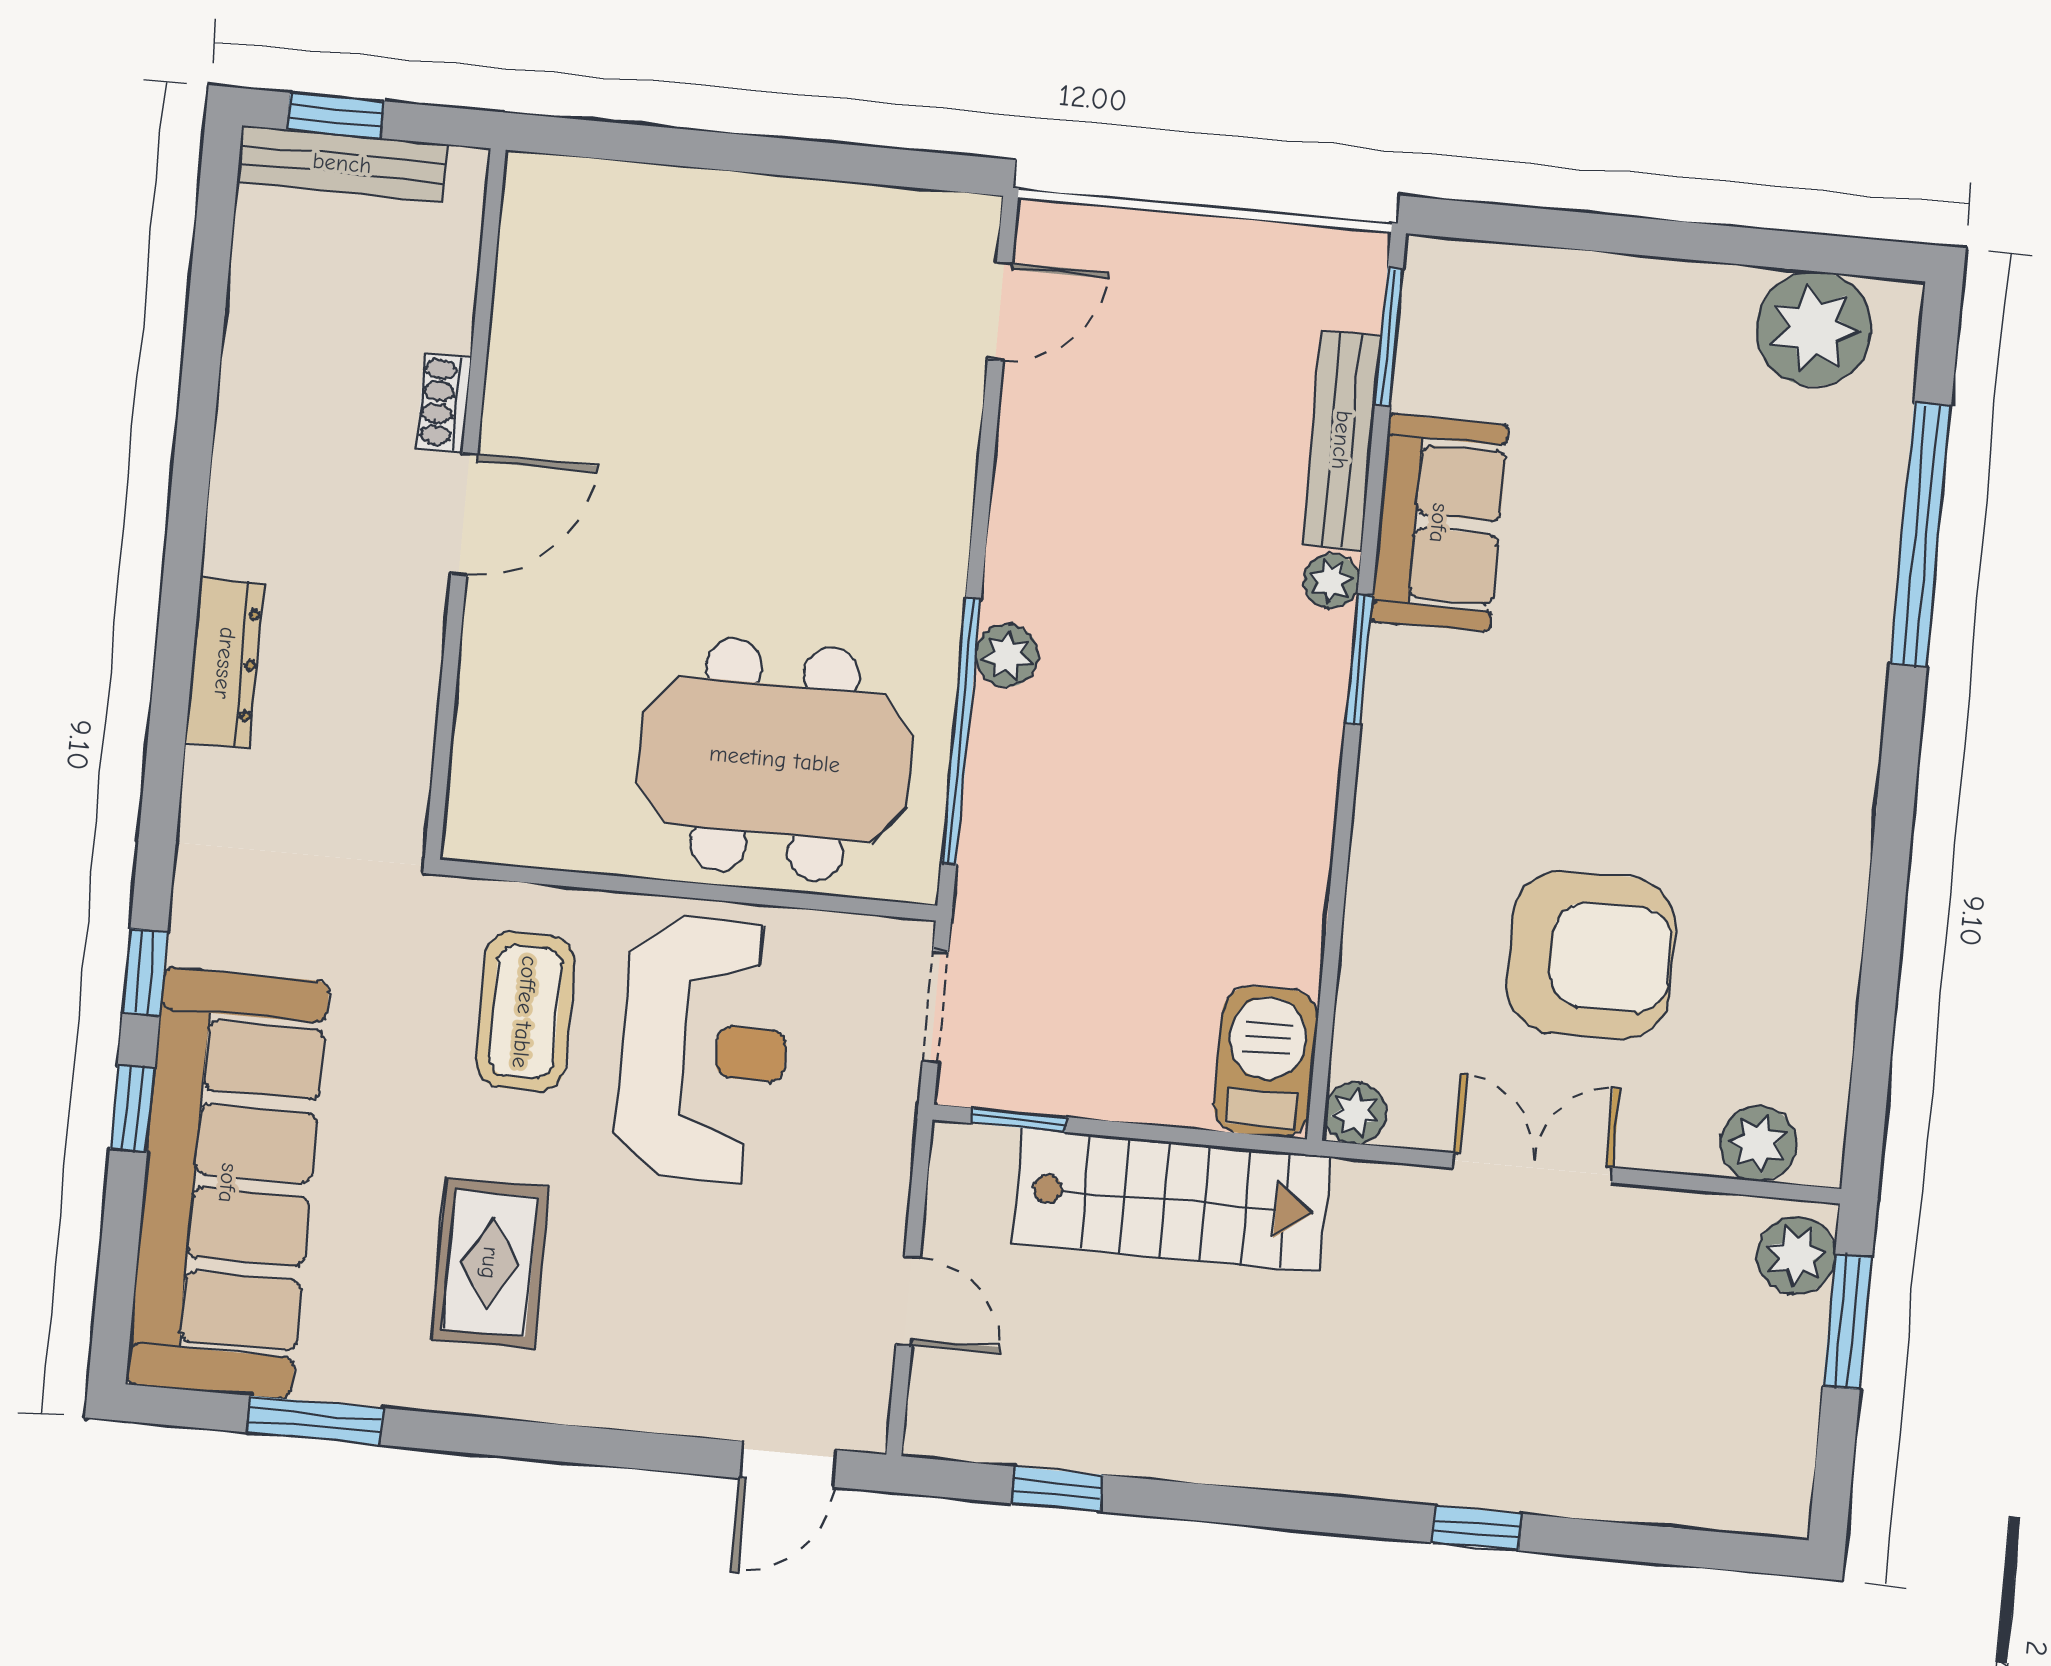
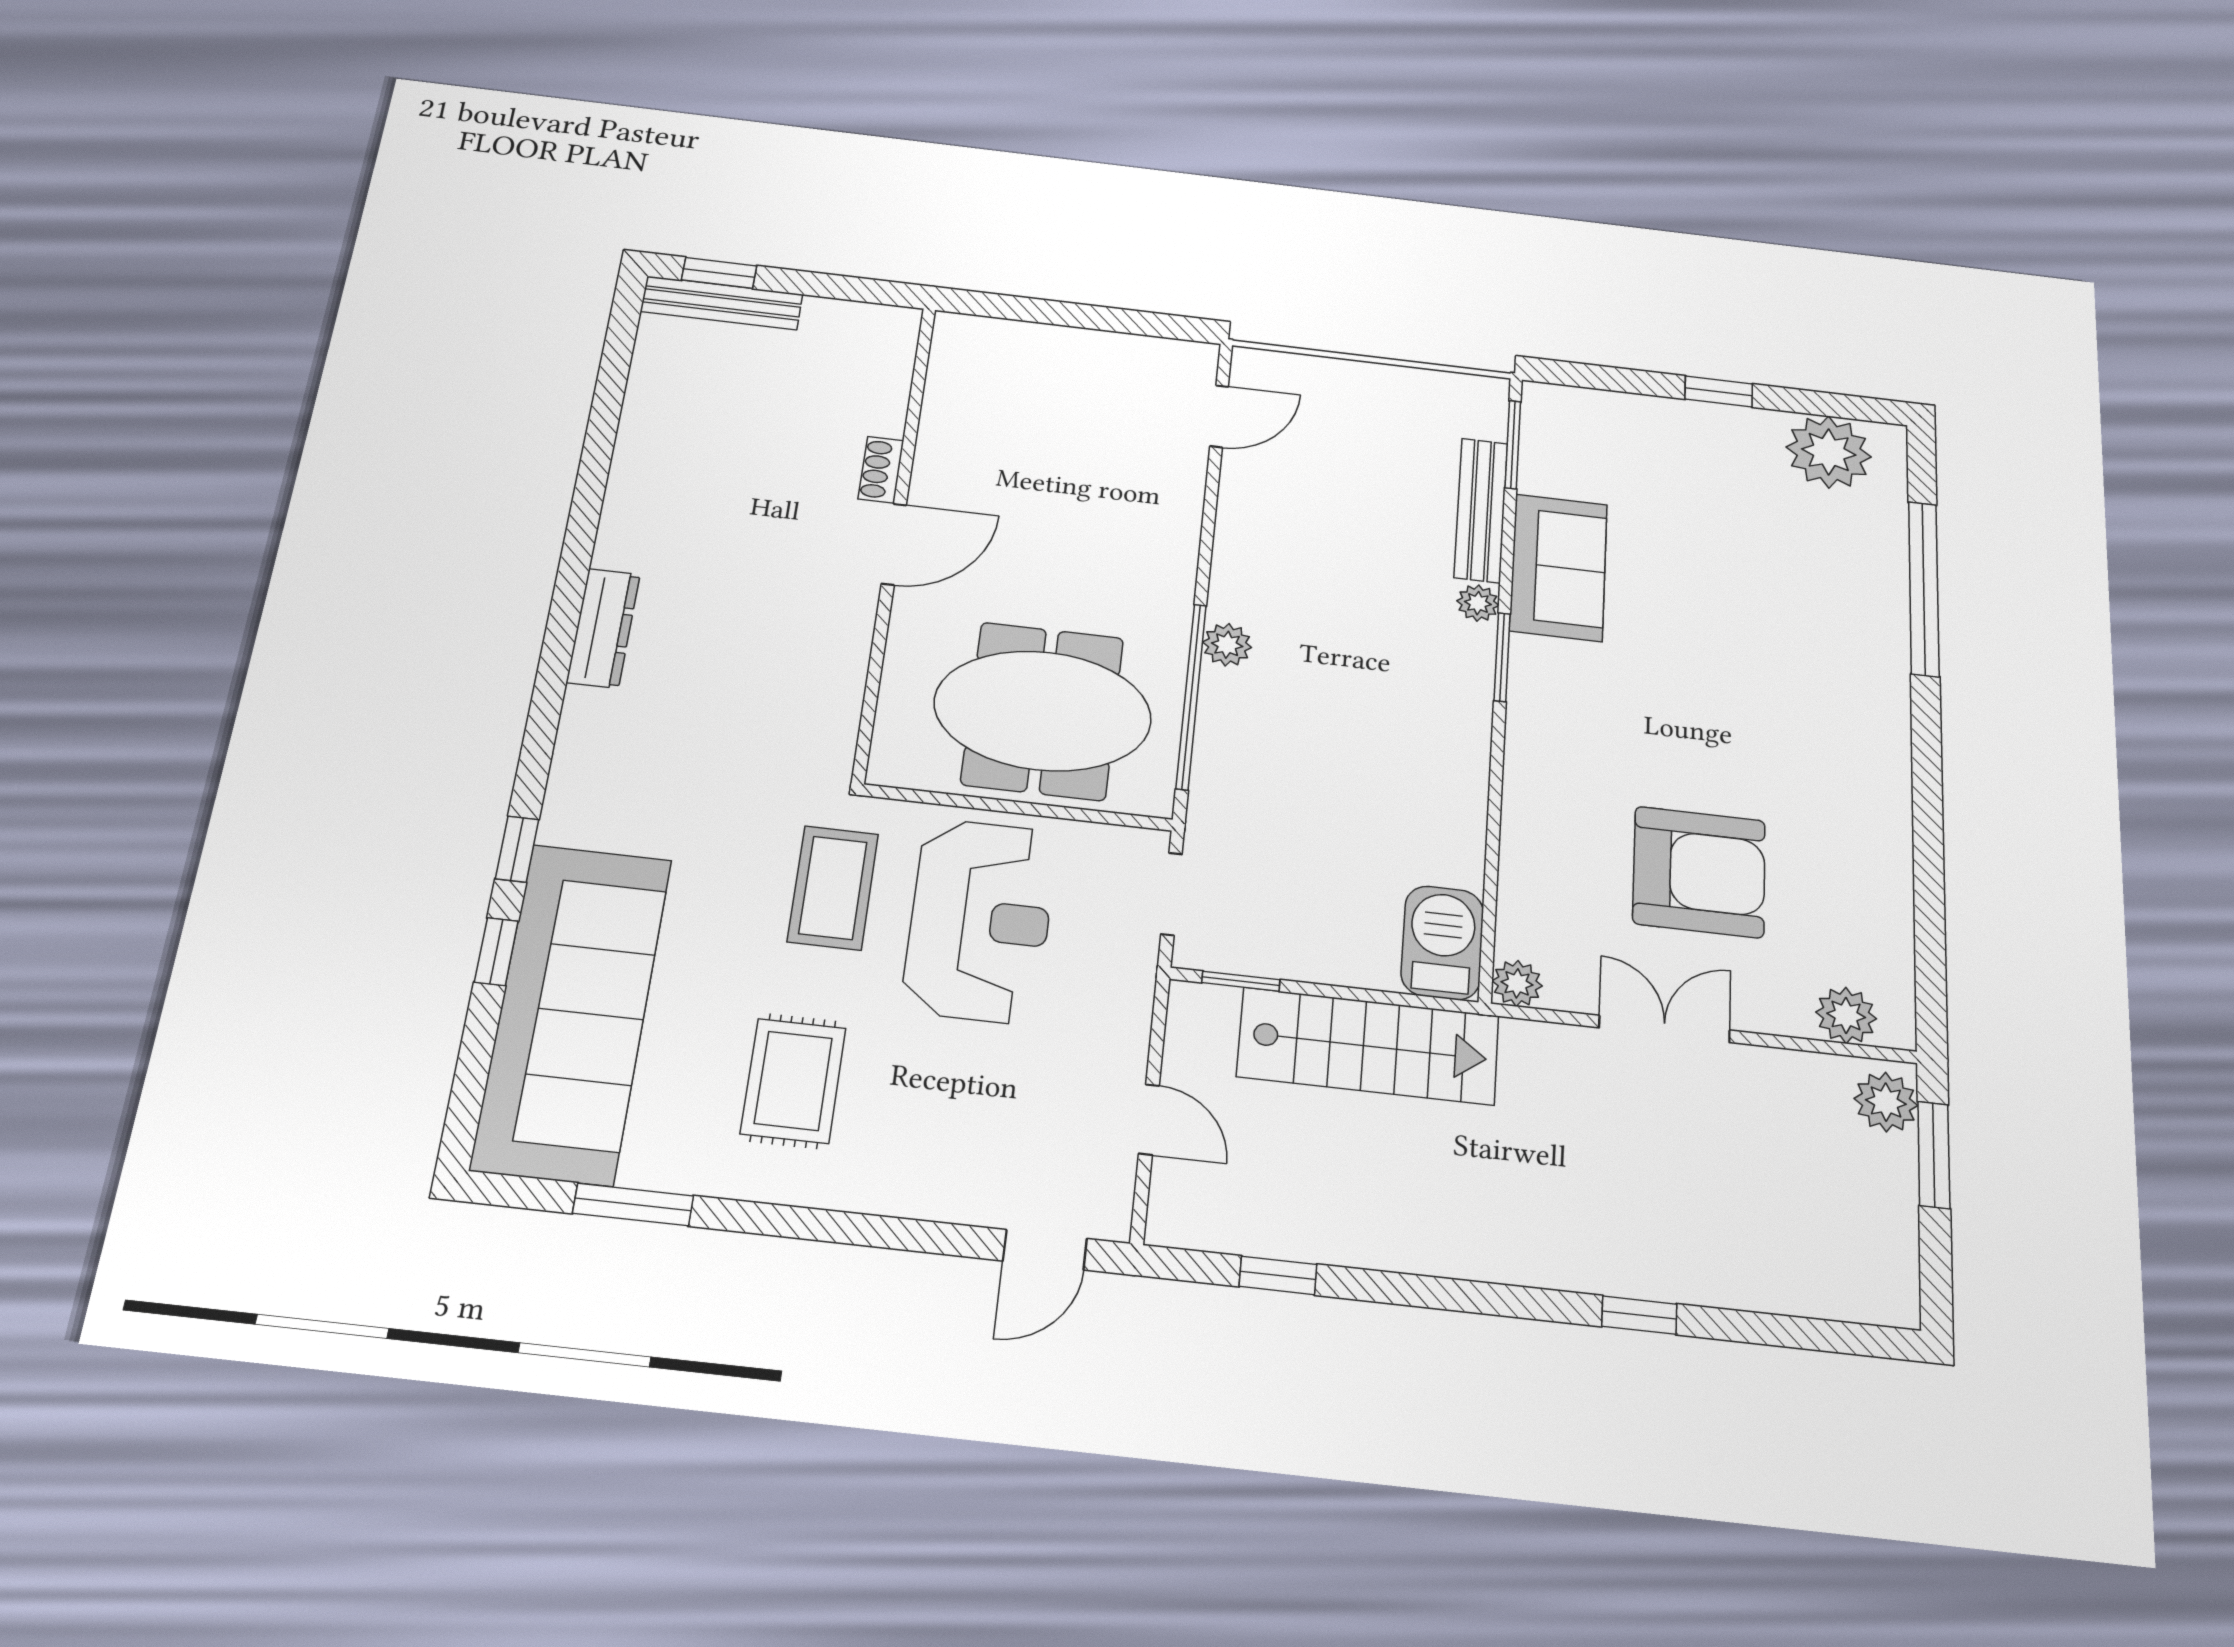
window: (1672, 239) -> (1719, 392), added
shoe rack: (444, 403) -> (881, 470), moved
wall: (465, 504) -> (895, 537), moved
door: (464, 514) -> (894, 544), moved

